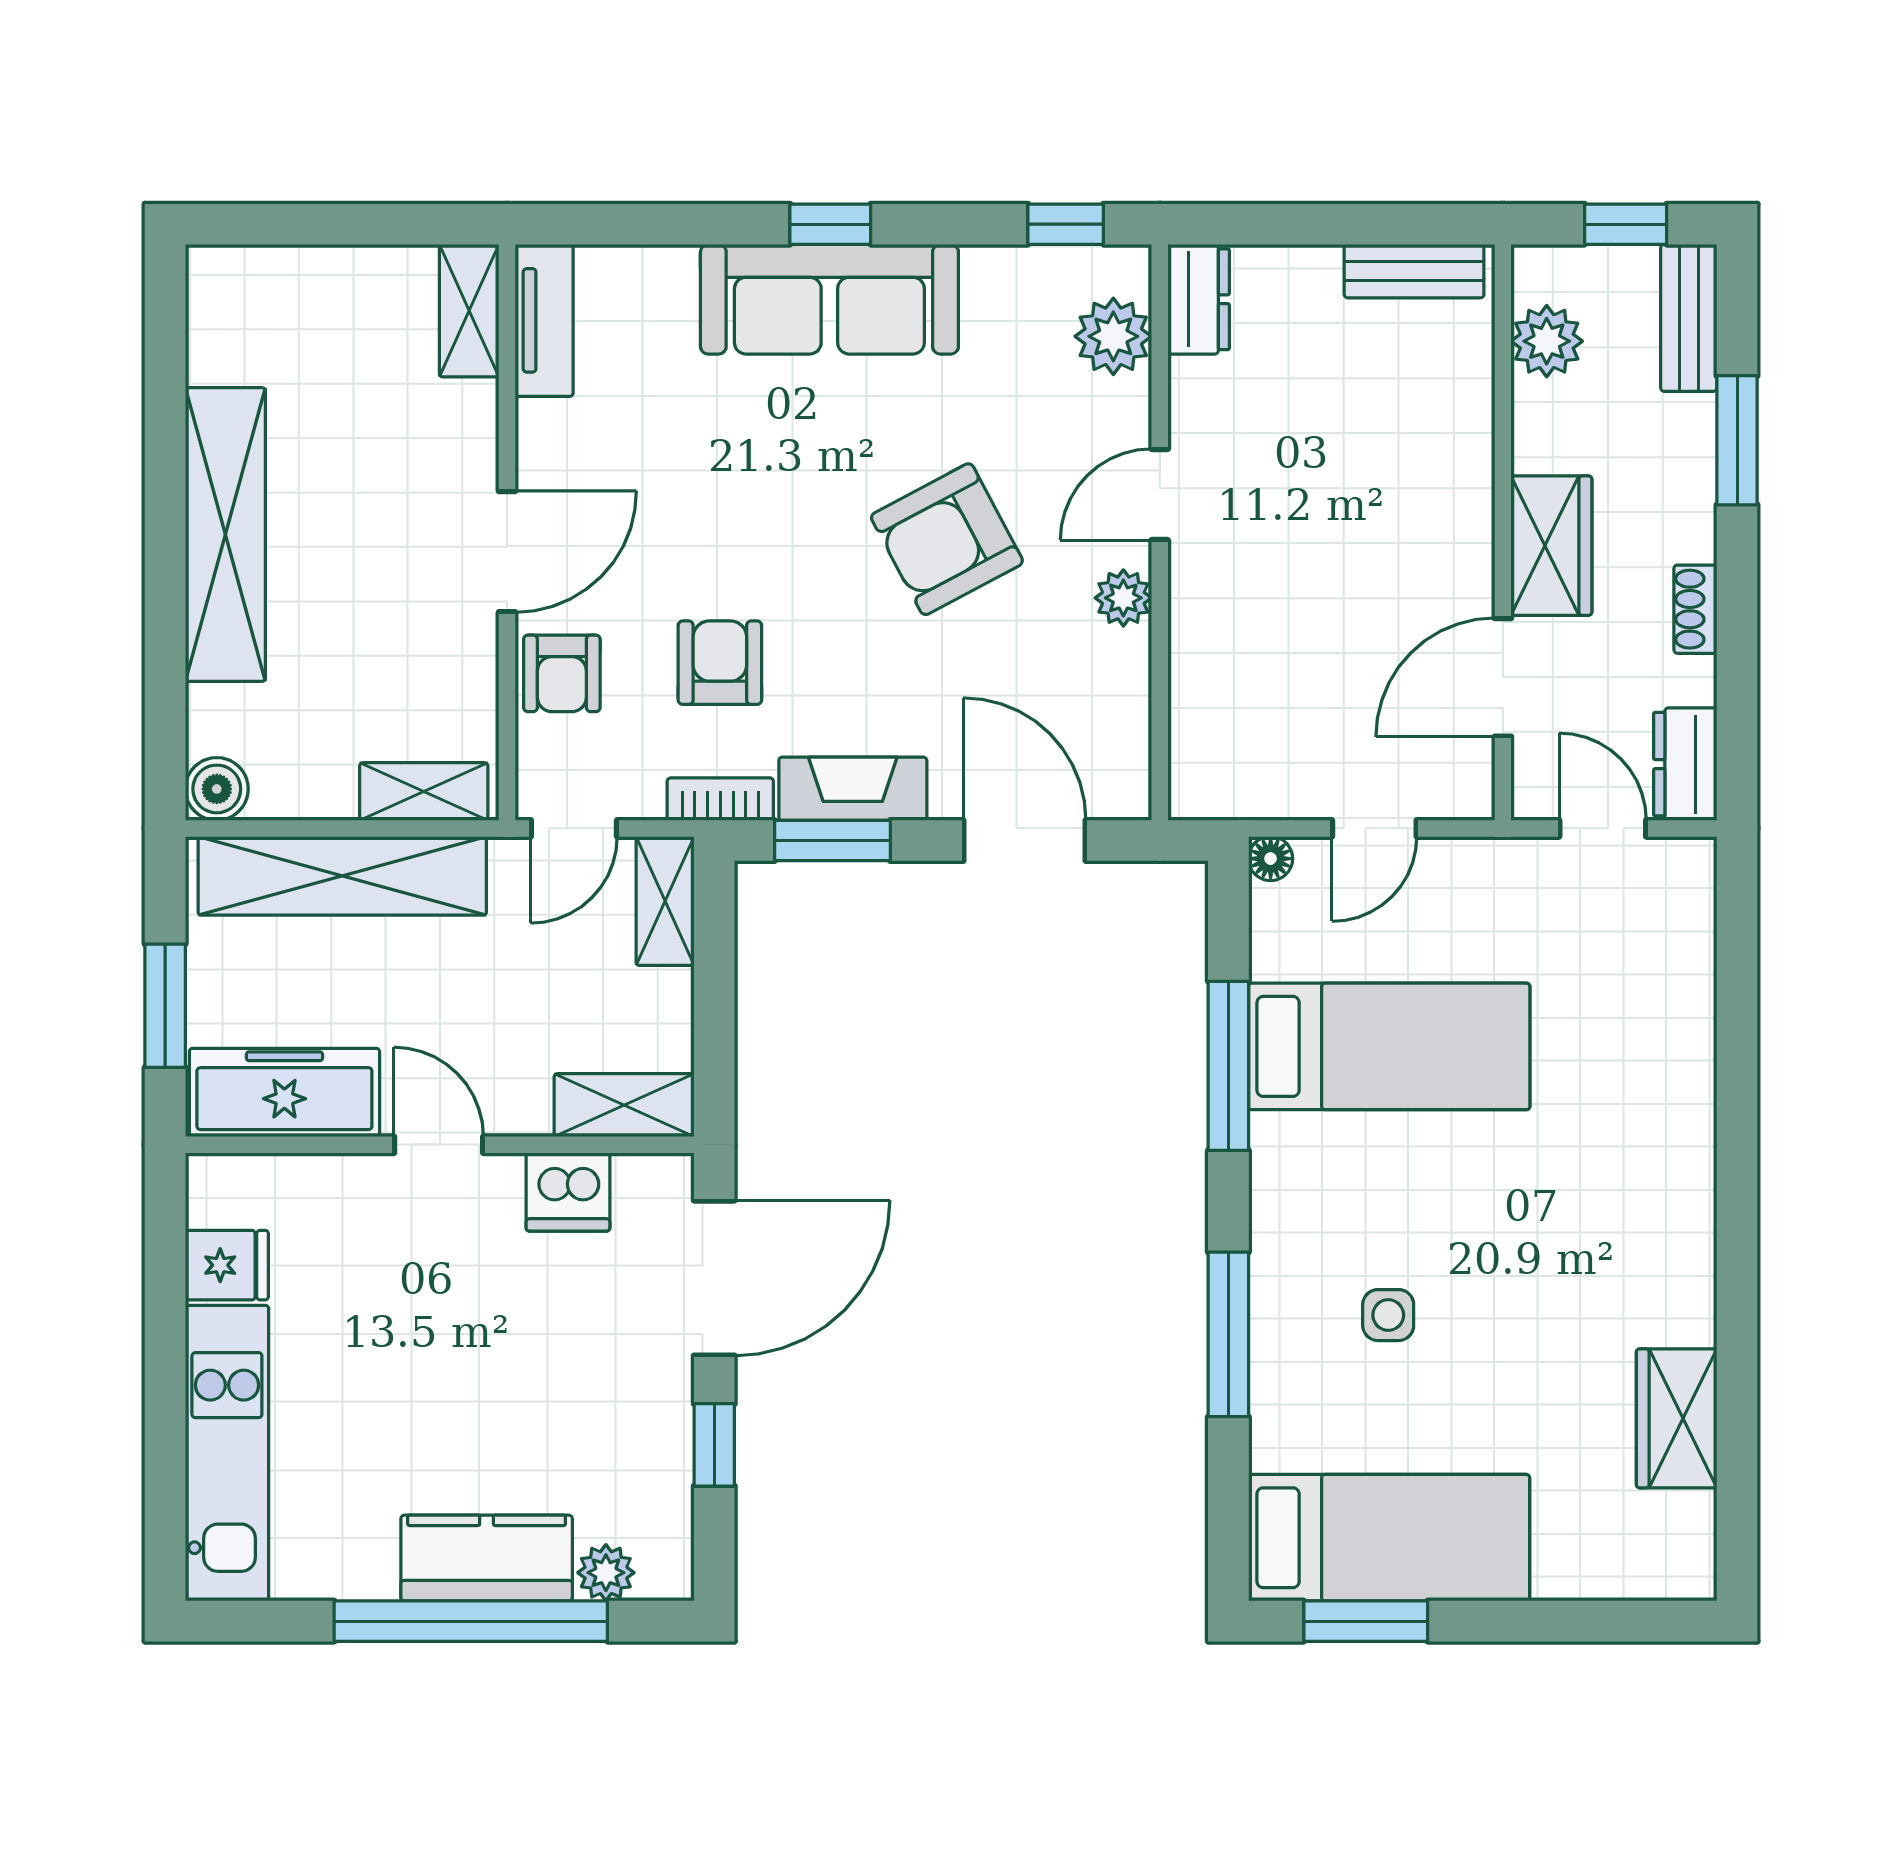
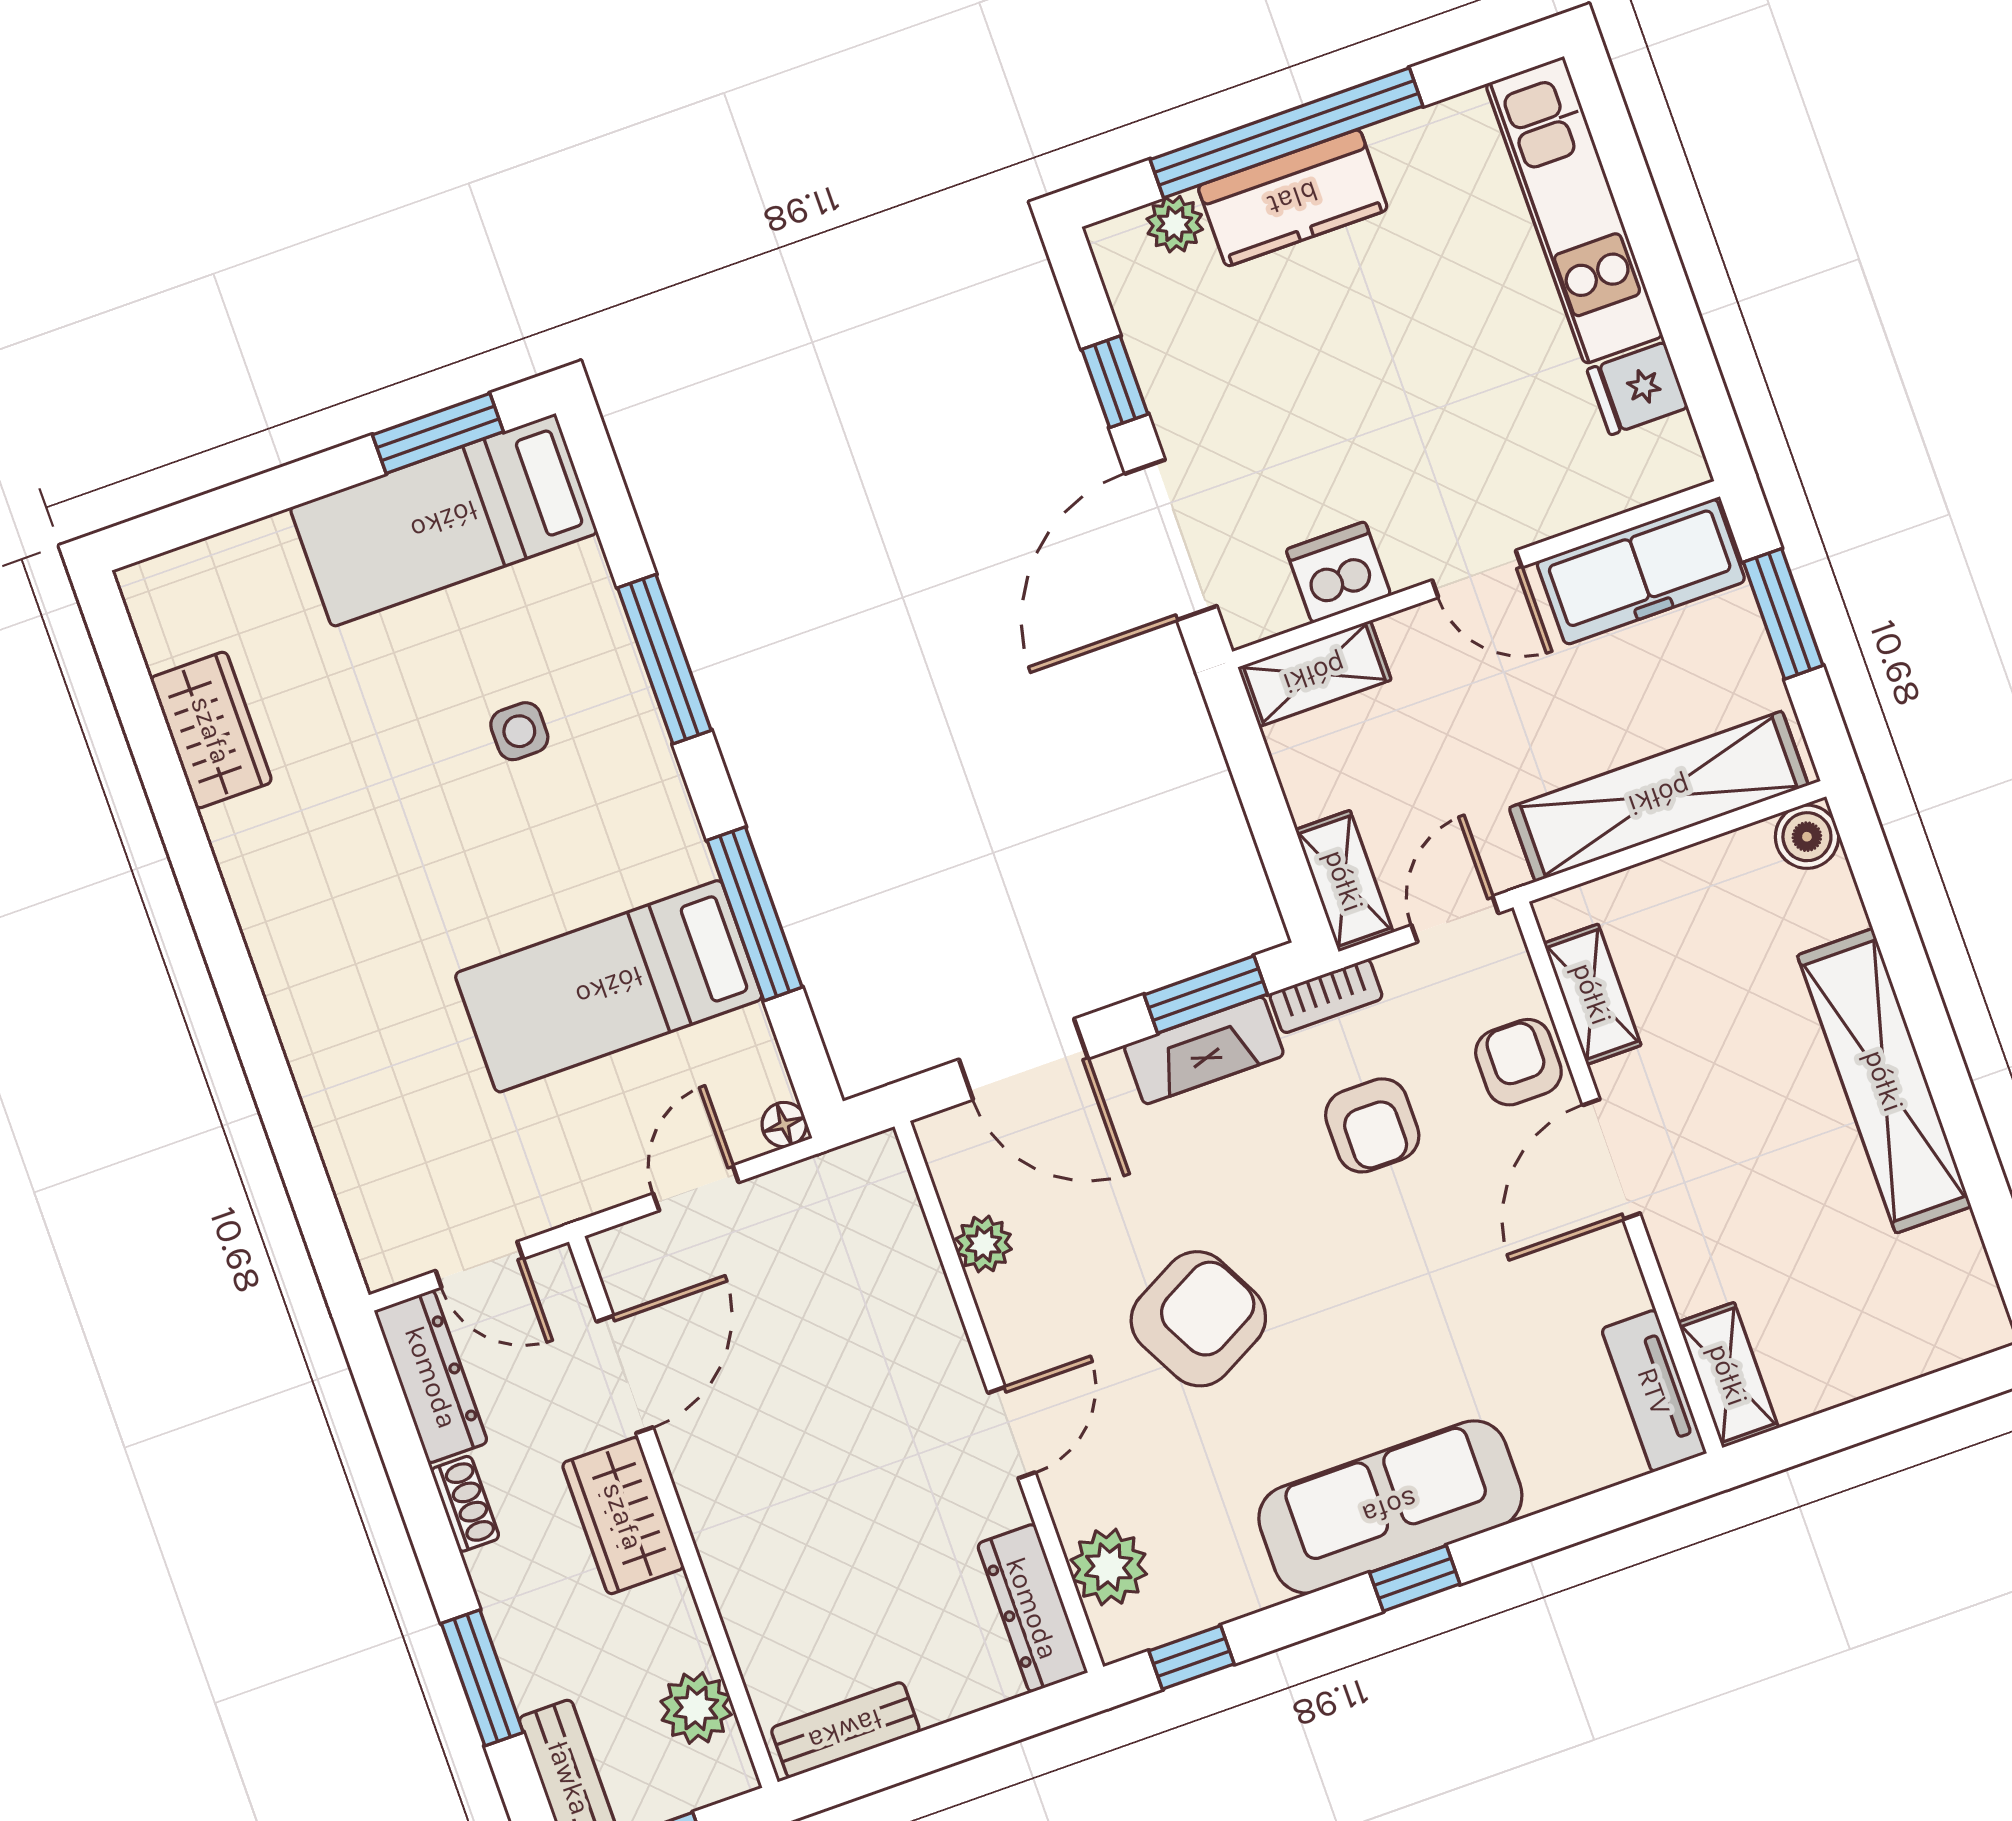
dresser: (1199, 299) -> (1032, 1608), width x1.44
plant: (1123, 598) -> (984, 1244), moved
dresser: (1685, 764) -> (431, 1377), width x1.44
shelving: (424, 792) -> (1592, 994), moved, turned 90

